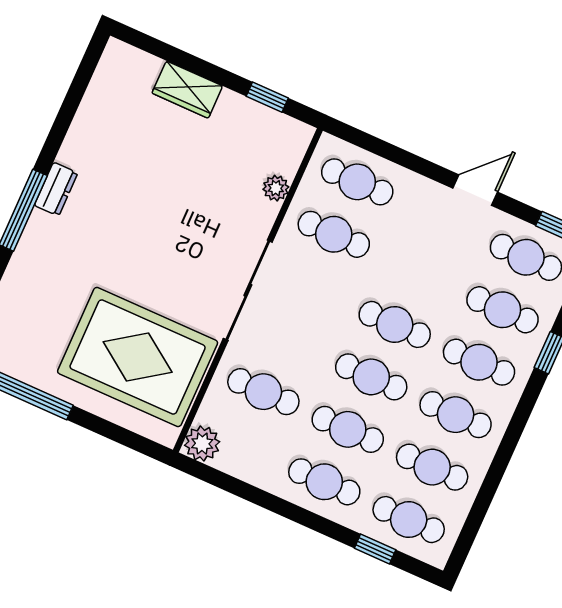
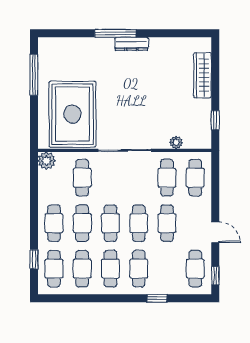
wardrobe: (187, 90) -> (203, 75), width x1.50
dresser: (56, 189) -> (131, 44), width x1.44
cafe table: (502, 310) -> (167, 223), moved

